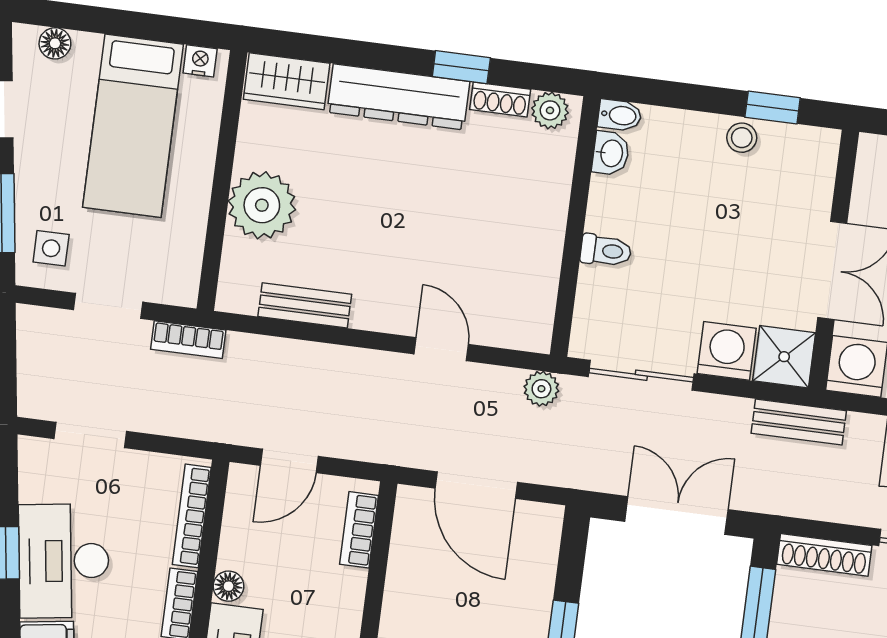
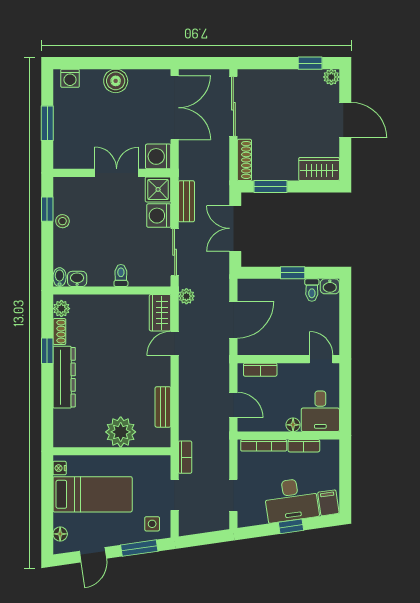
wardrobe: (287, 81) -> (160, 313), moved, turned 180
bench: (799, 422) -> (186, 201), moved

